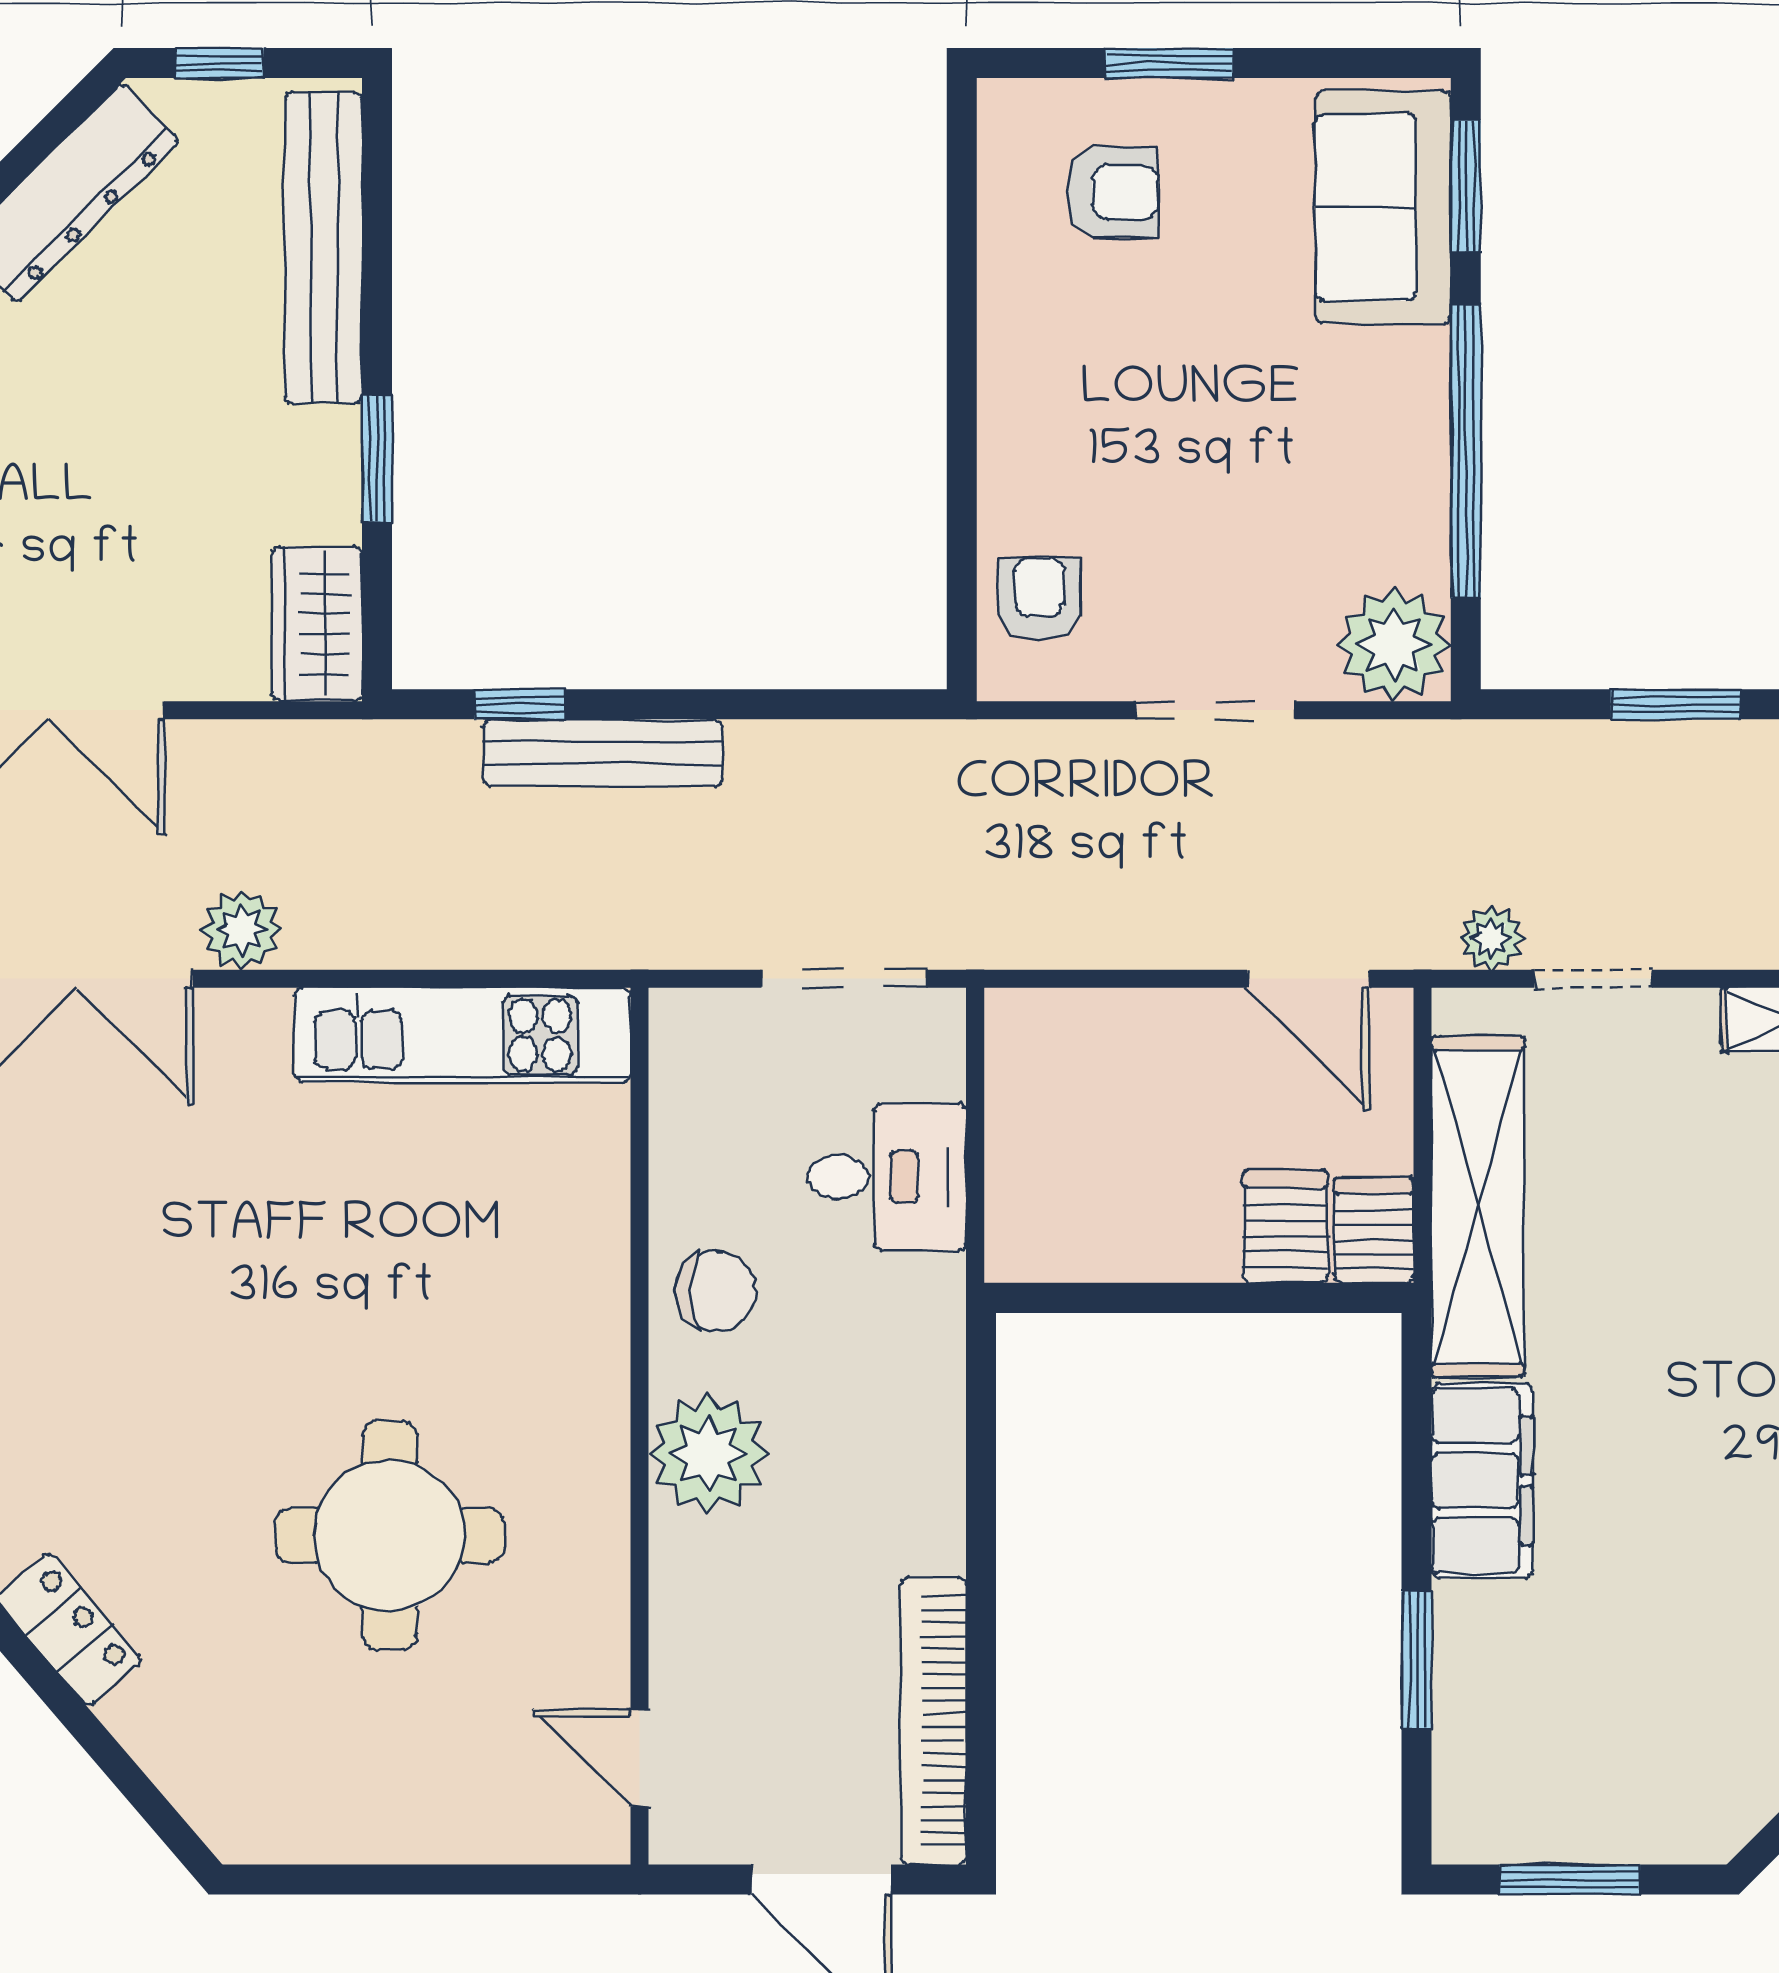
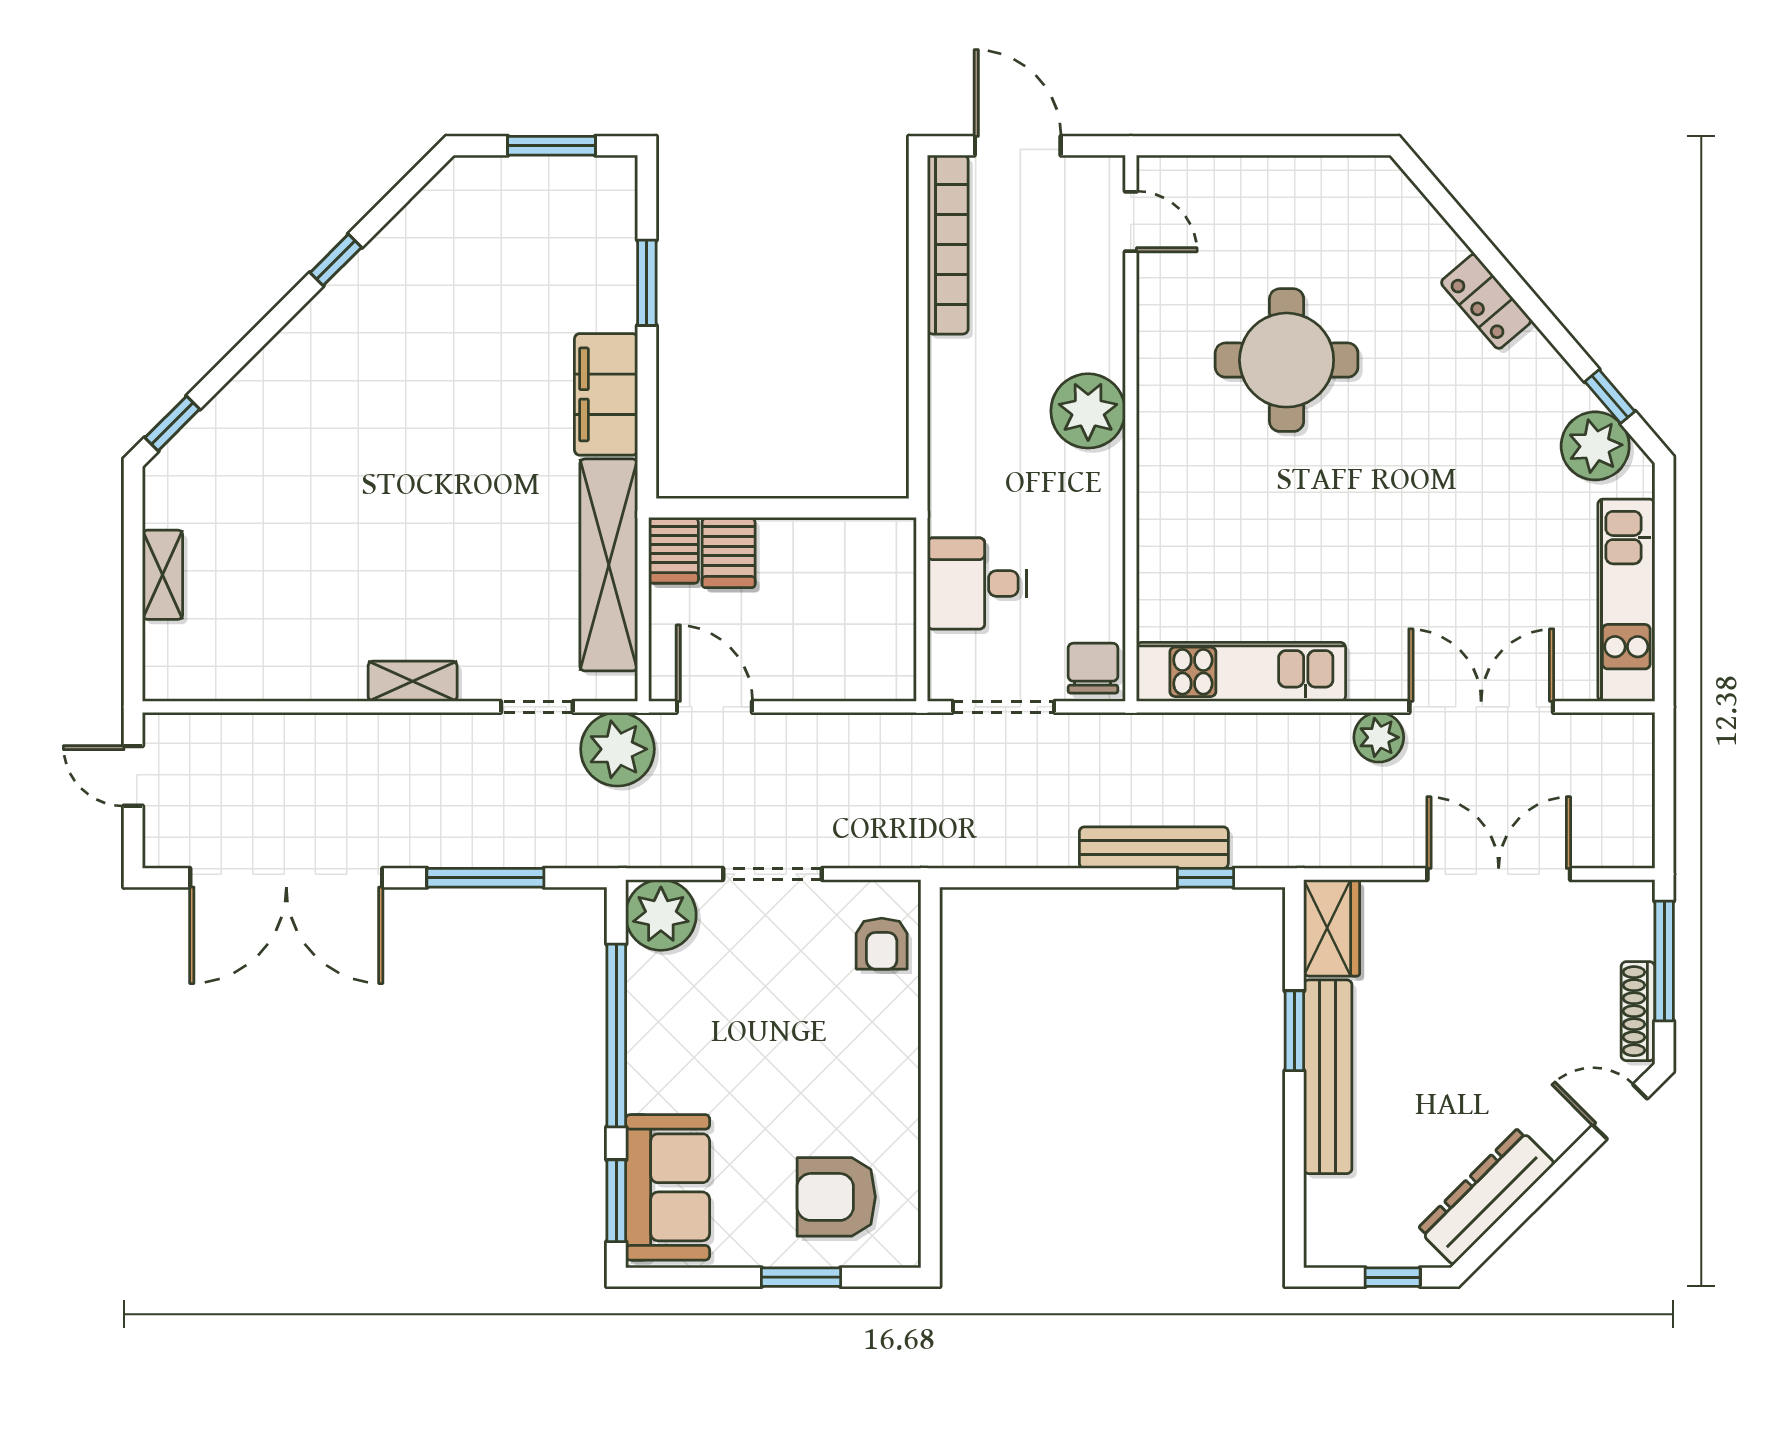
armchair: (1113, 192) -> (836, 1197), width x1.38, depth x1.38
bench: (323, 248) -> (1328, 1077), moved
window: (1676, 704) -> (485, 878), width x1.44
plant: (1491, 938) -> (617, 749), width x1.88, depth x1.88
chair: (716, 1291) -> (1093, 668), moved, turned 90

